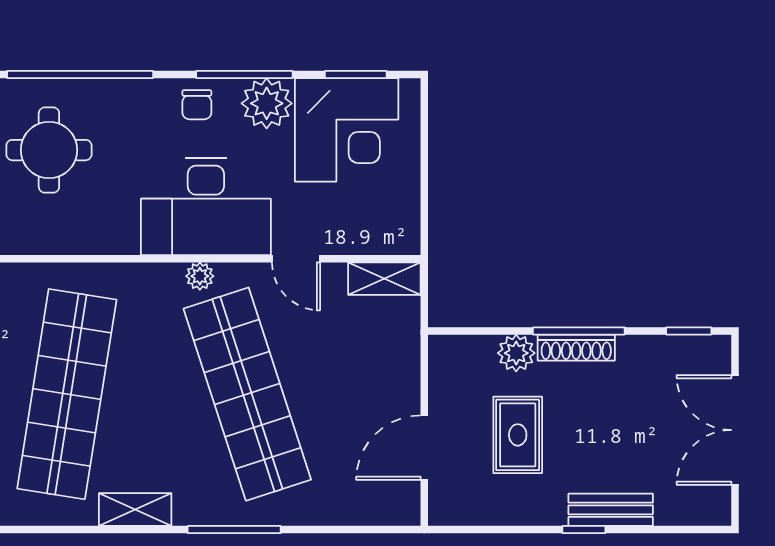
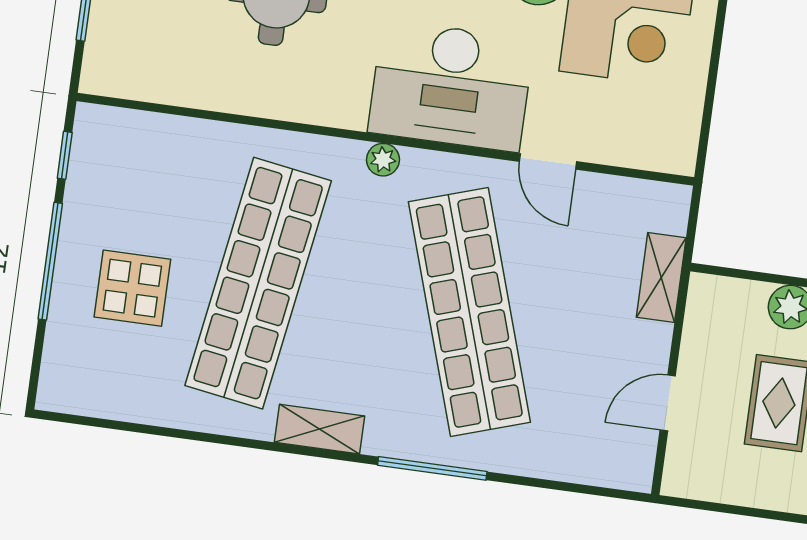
plant: (200, 276) -> (383, 160), moved
shelving: (384, 279) -> (661, 278), moved, turned 90
door: (424, 448) -> (668, 403), width x0.73

